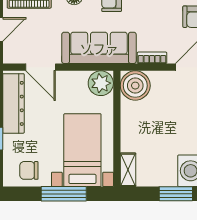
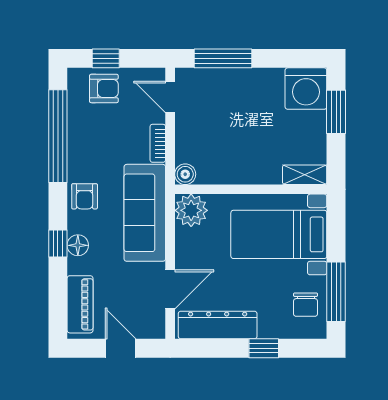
boiler: (135, 86) -> (185, 174), width x0.54, depth x0.54
window: (64, 194) -> (336, 292), moved

